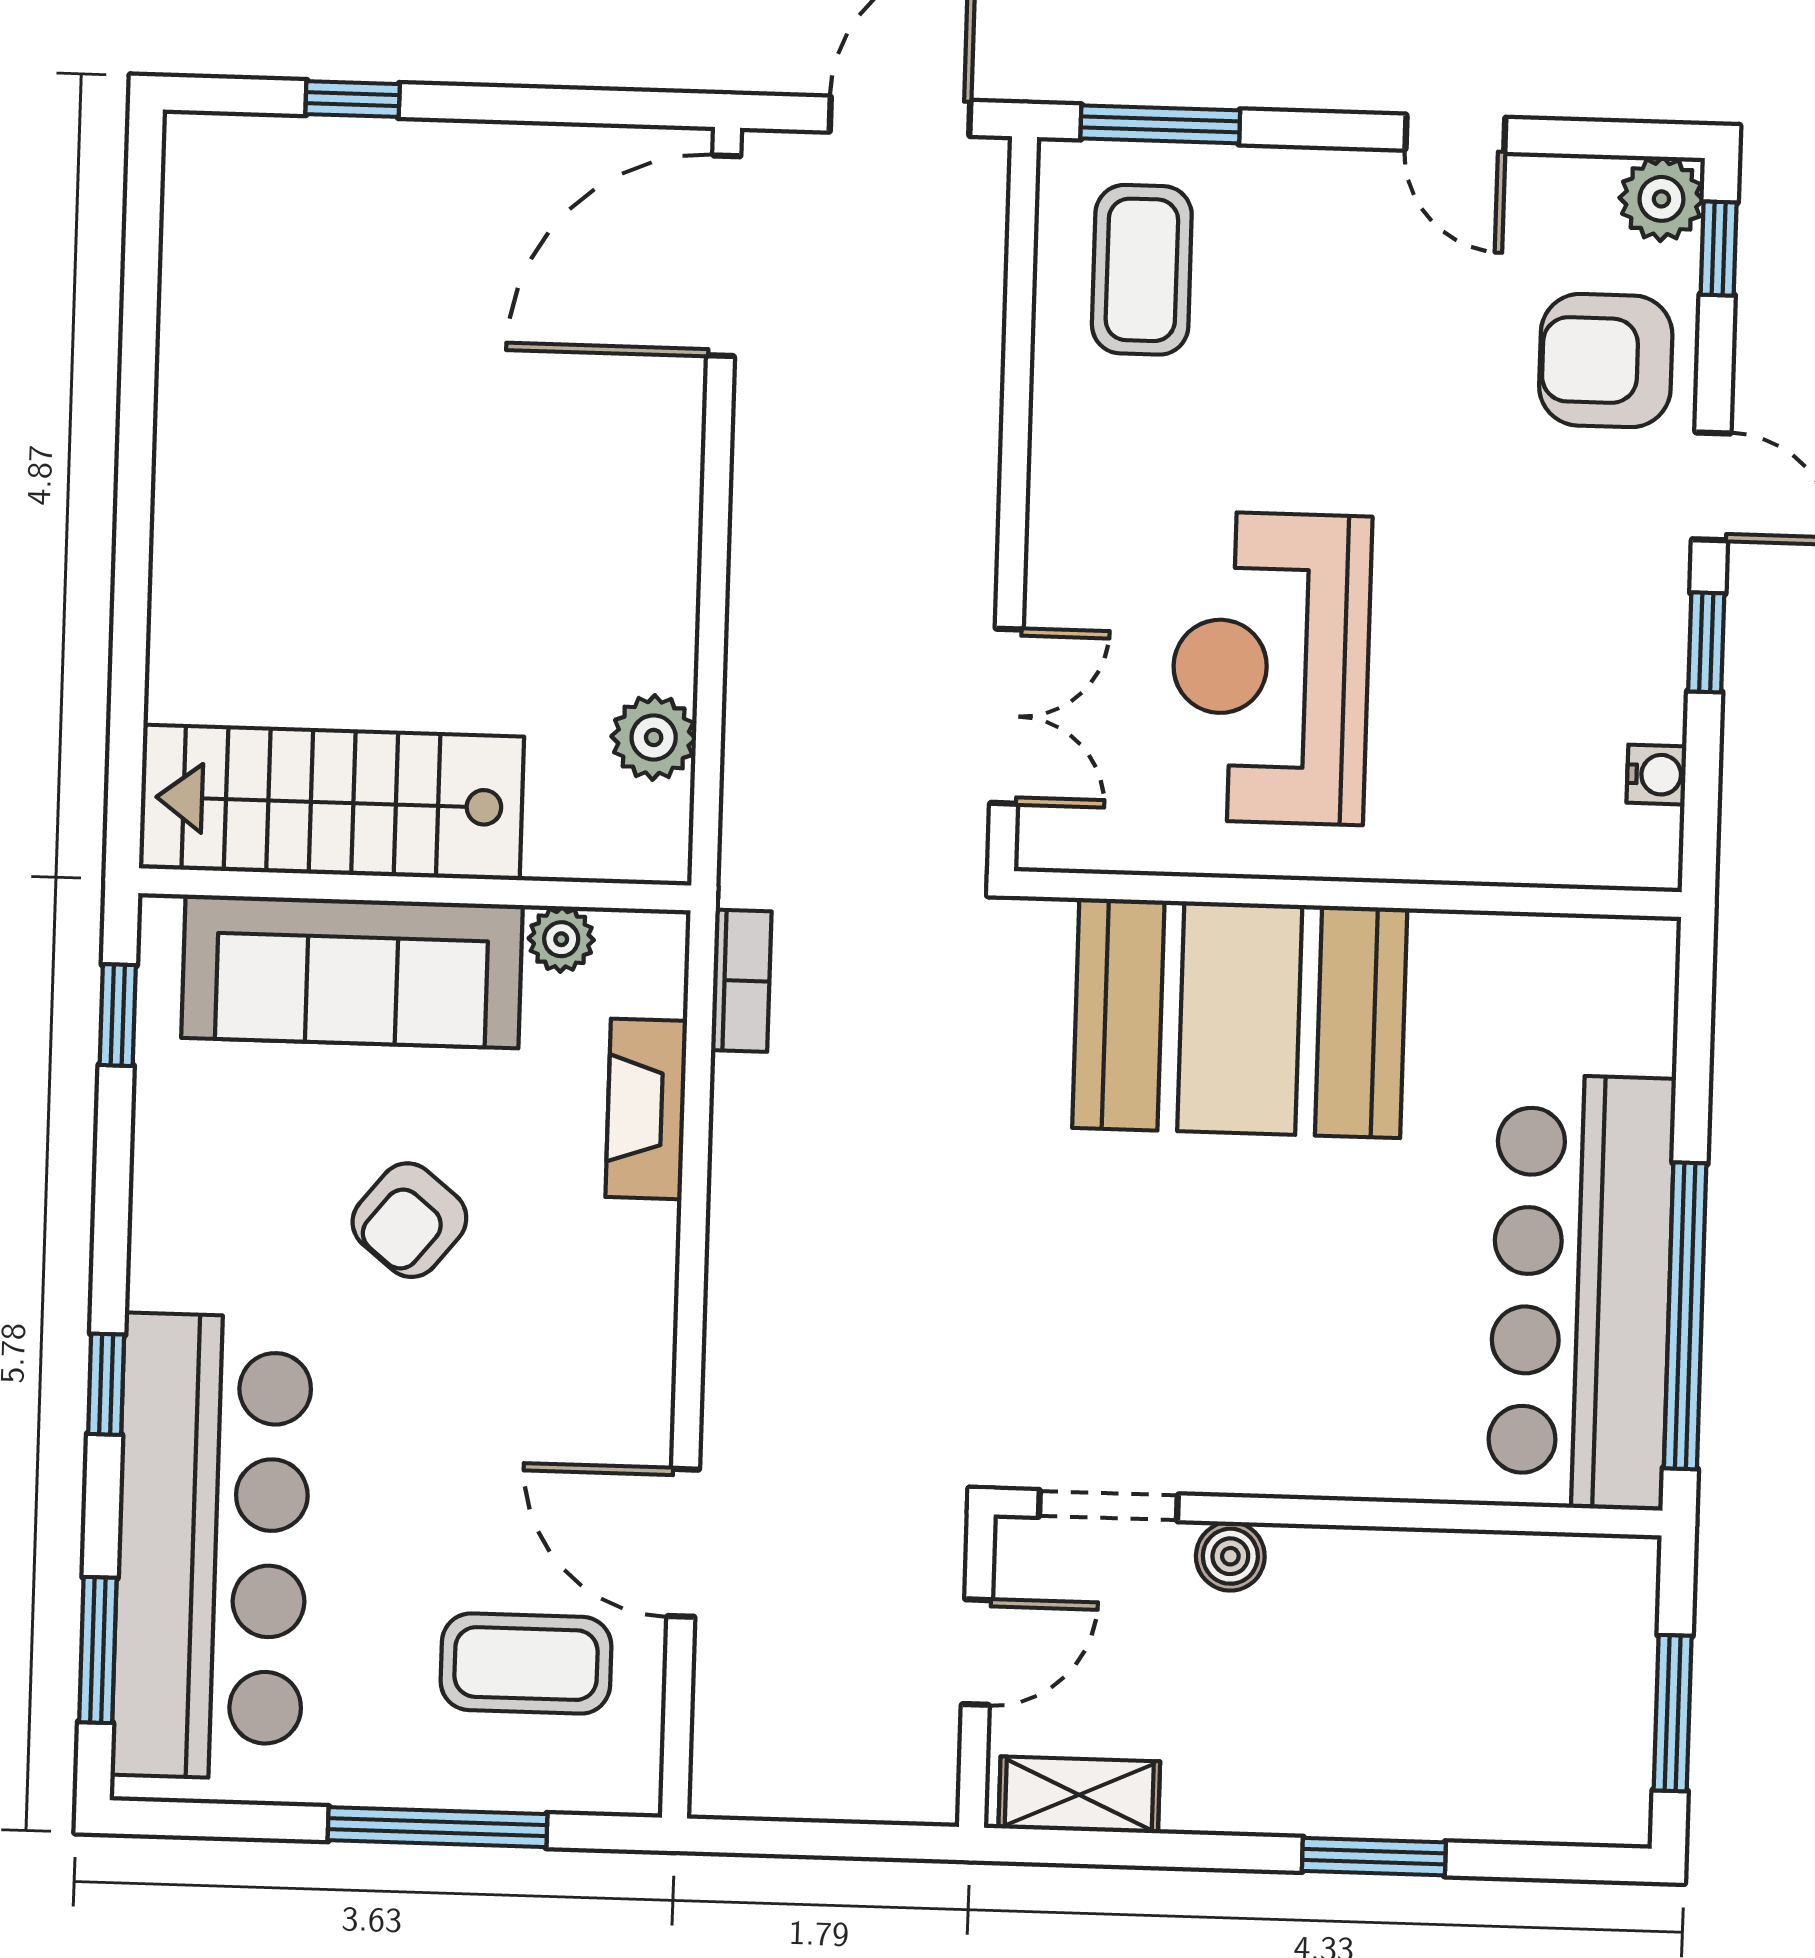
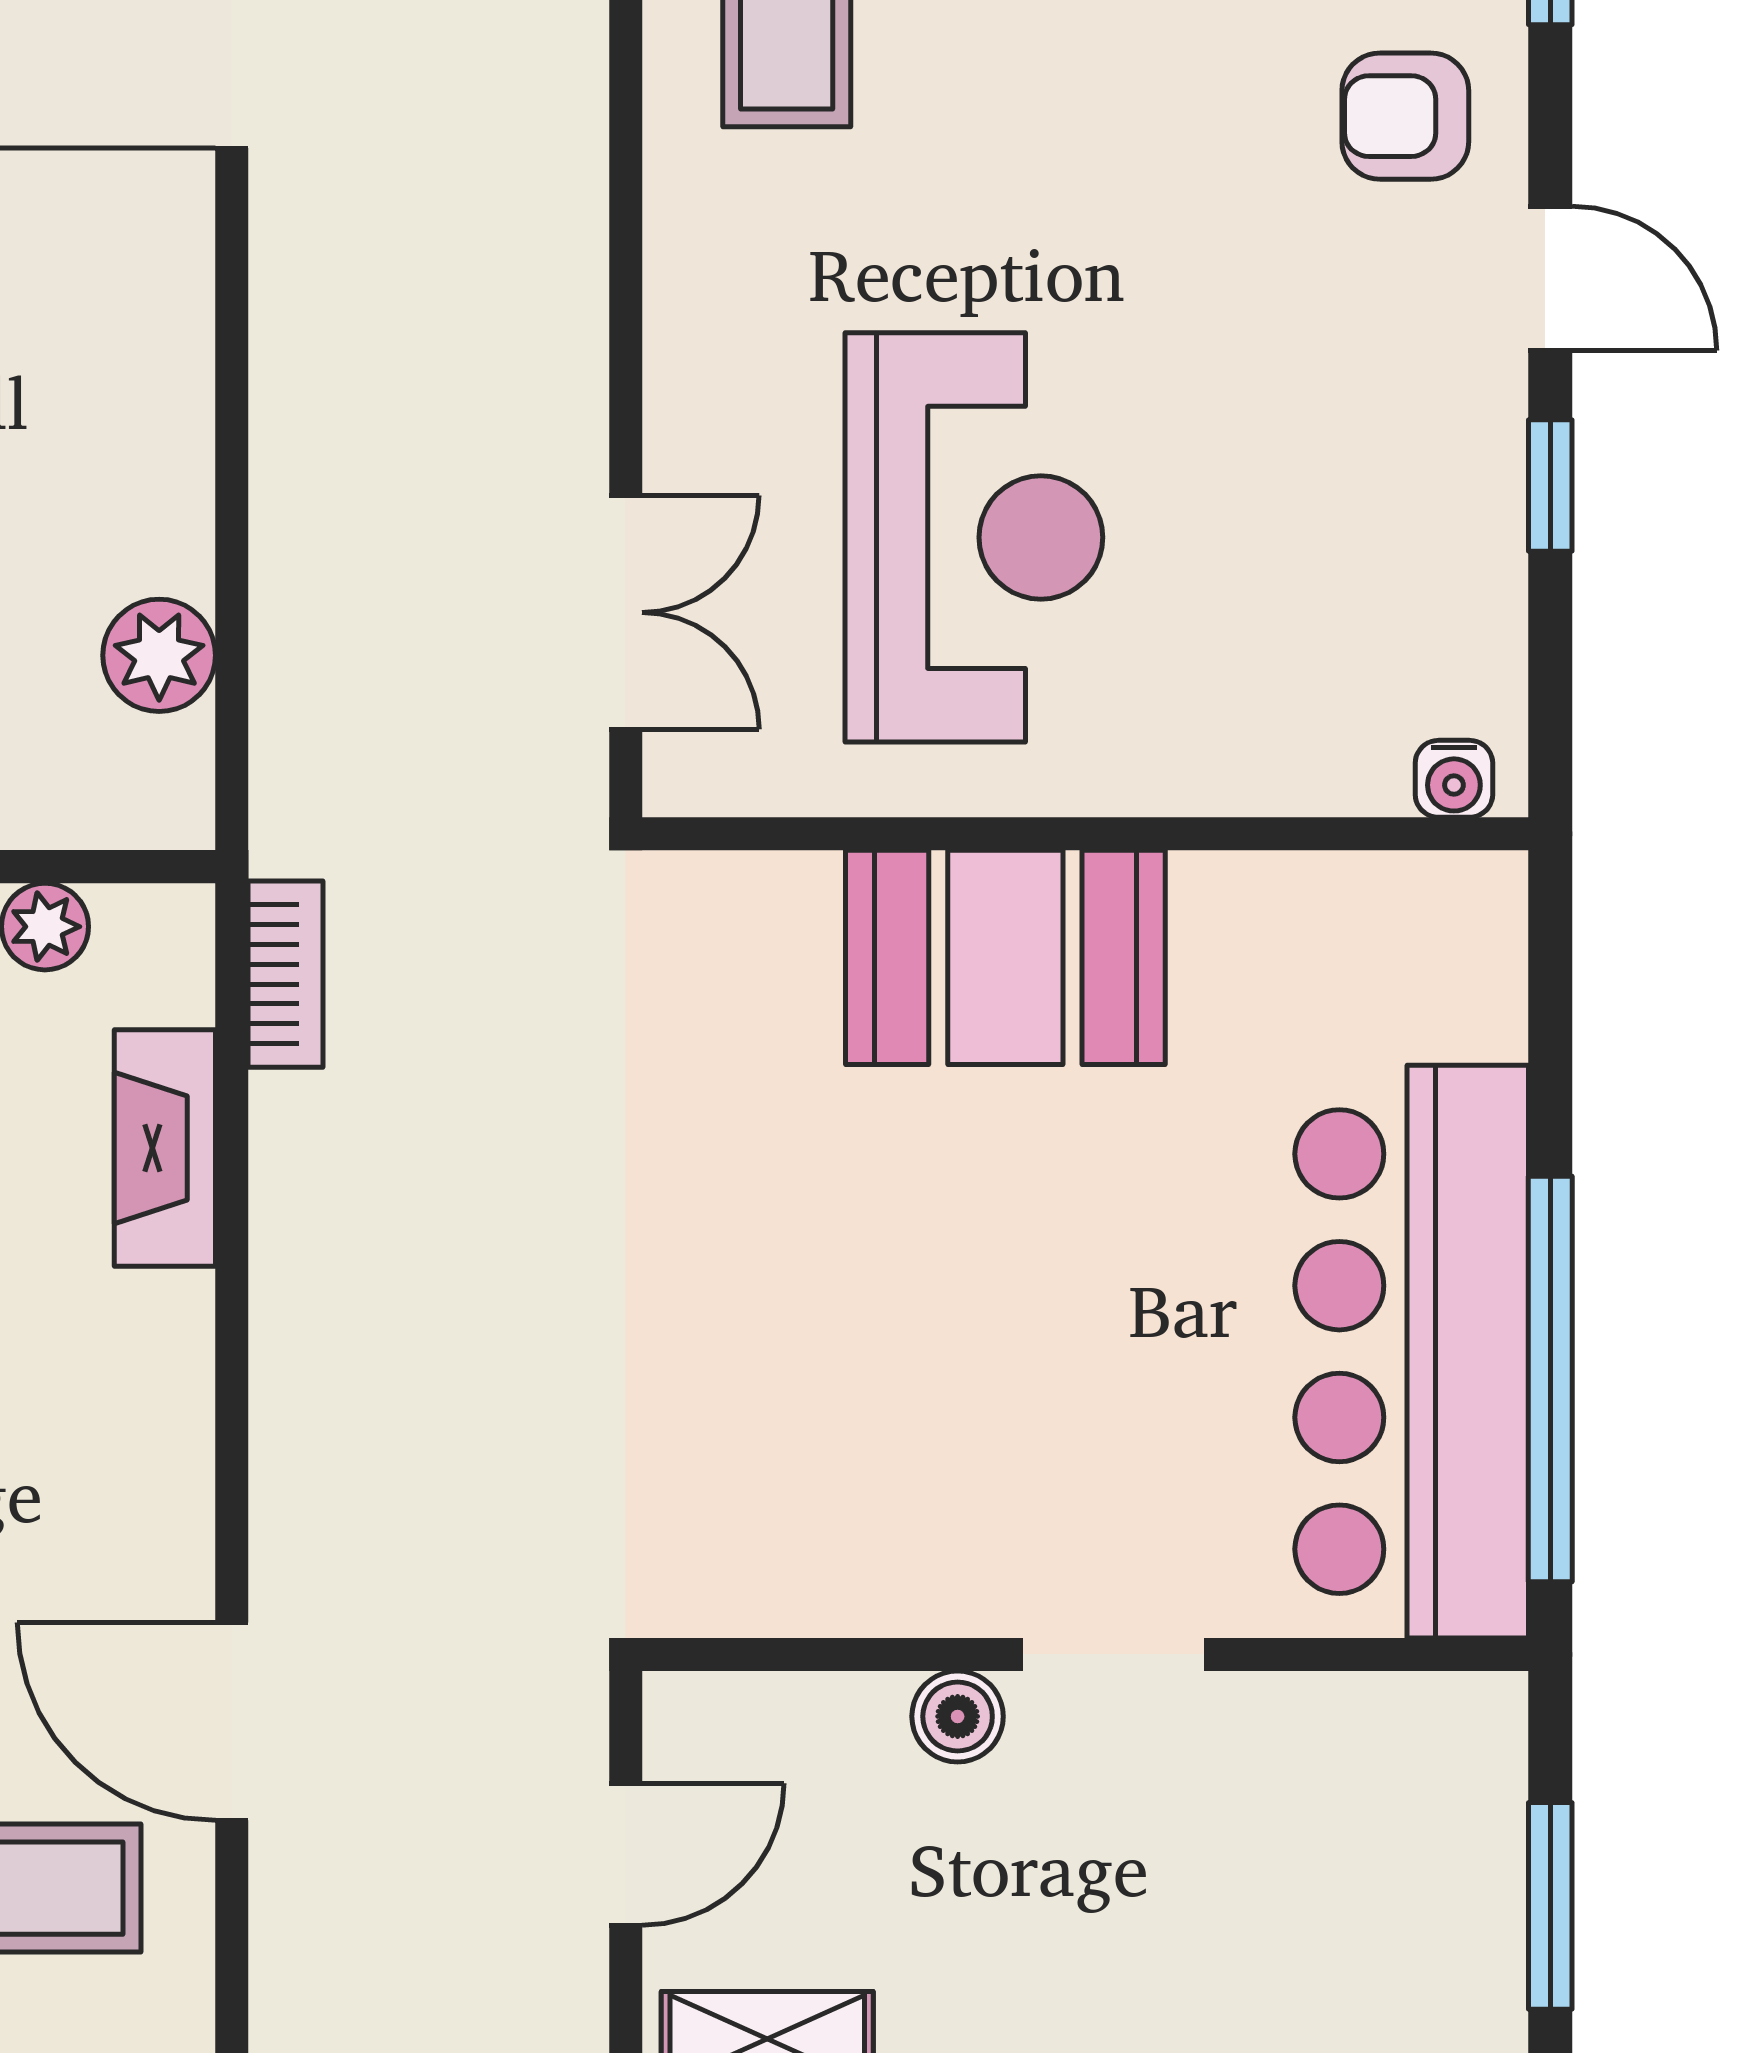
armchair: (1606, 361) -> (1405, 116), width x0.72, depth x0.72
reception desk: (1271, 668) -> (974, 537), turned 180
water cooler: (1656, 775) -> (1454, 779), moved, turned 90
booth: (1240, 1018) -> (1005, 957), width x0.73, depth x0.70
doorway: (1108, 1506) -> (1114, 1654), moved

